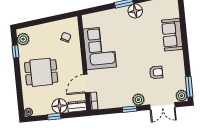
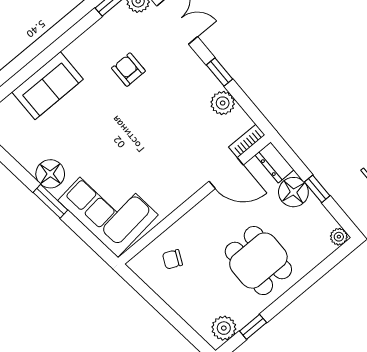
corner sofa: (100, 48) -> (108, 208), moved, turned 83
plant: (138, 100) -> (223, 103), moved

